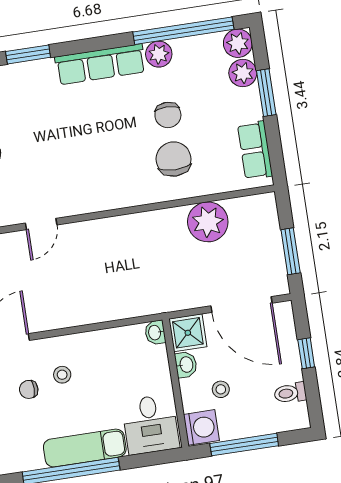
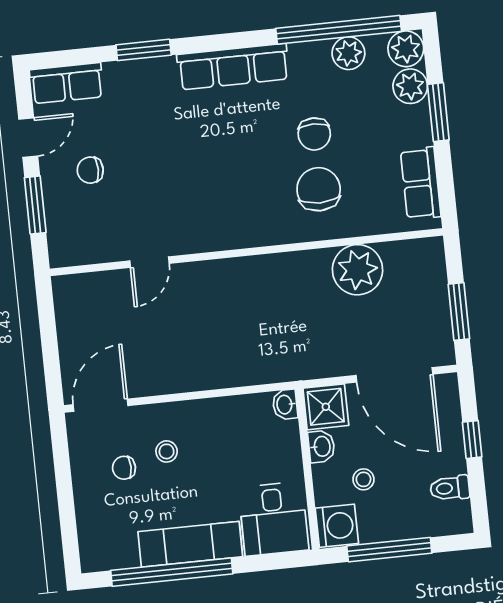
plant: (159, 54) -> (348, 53), moved

